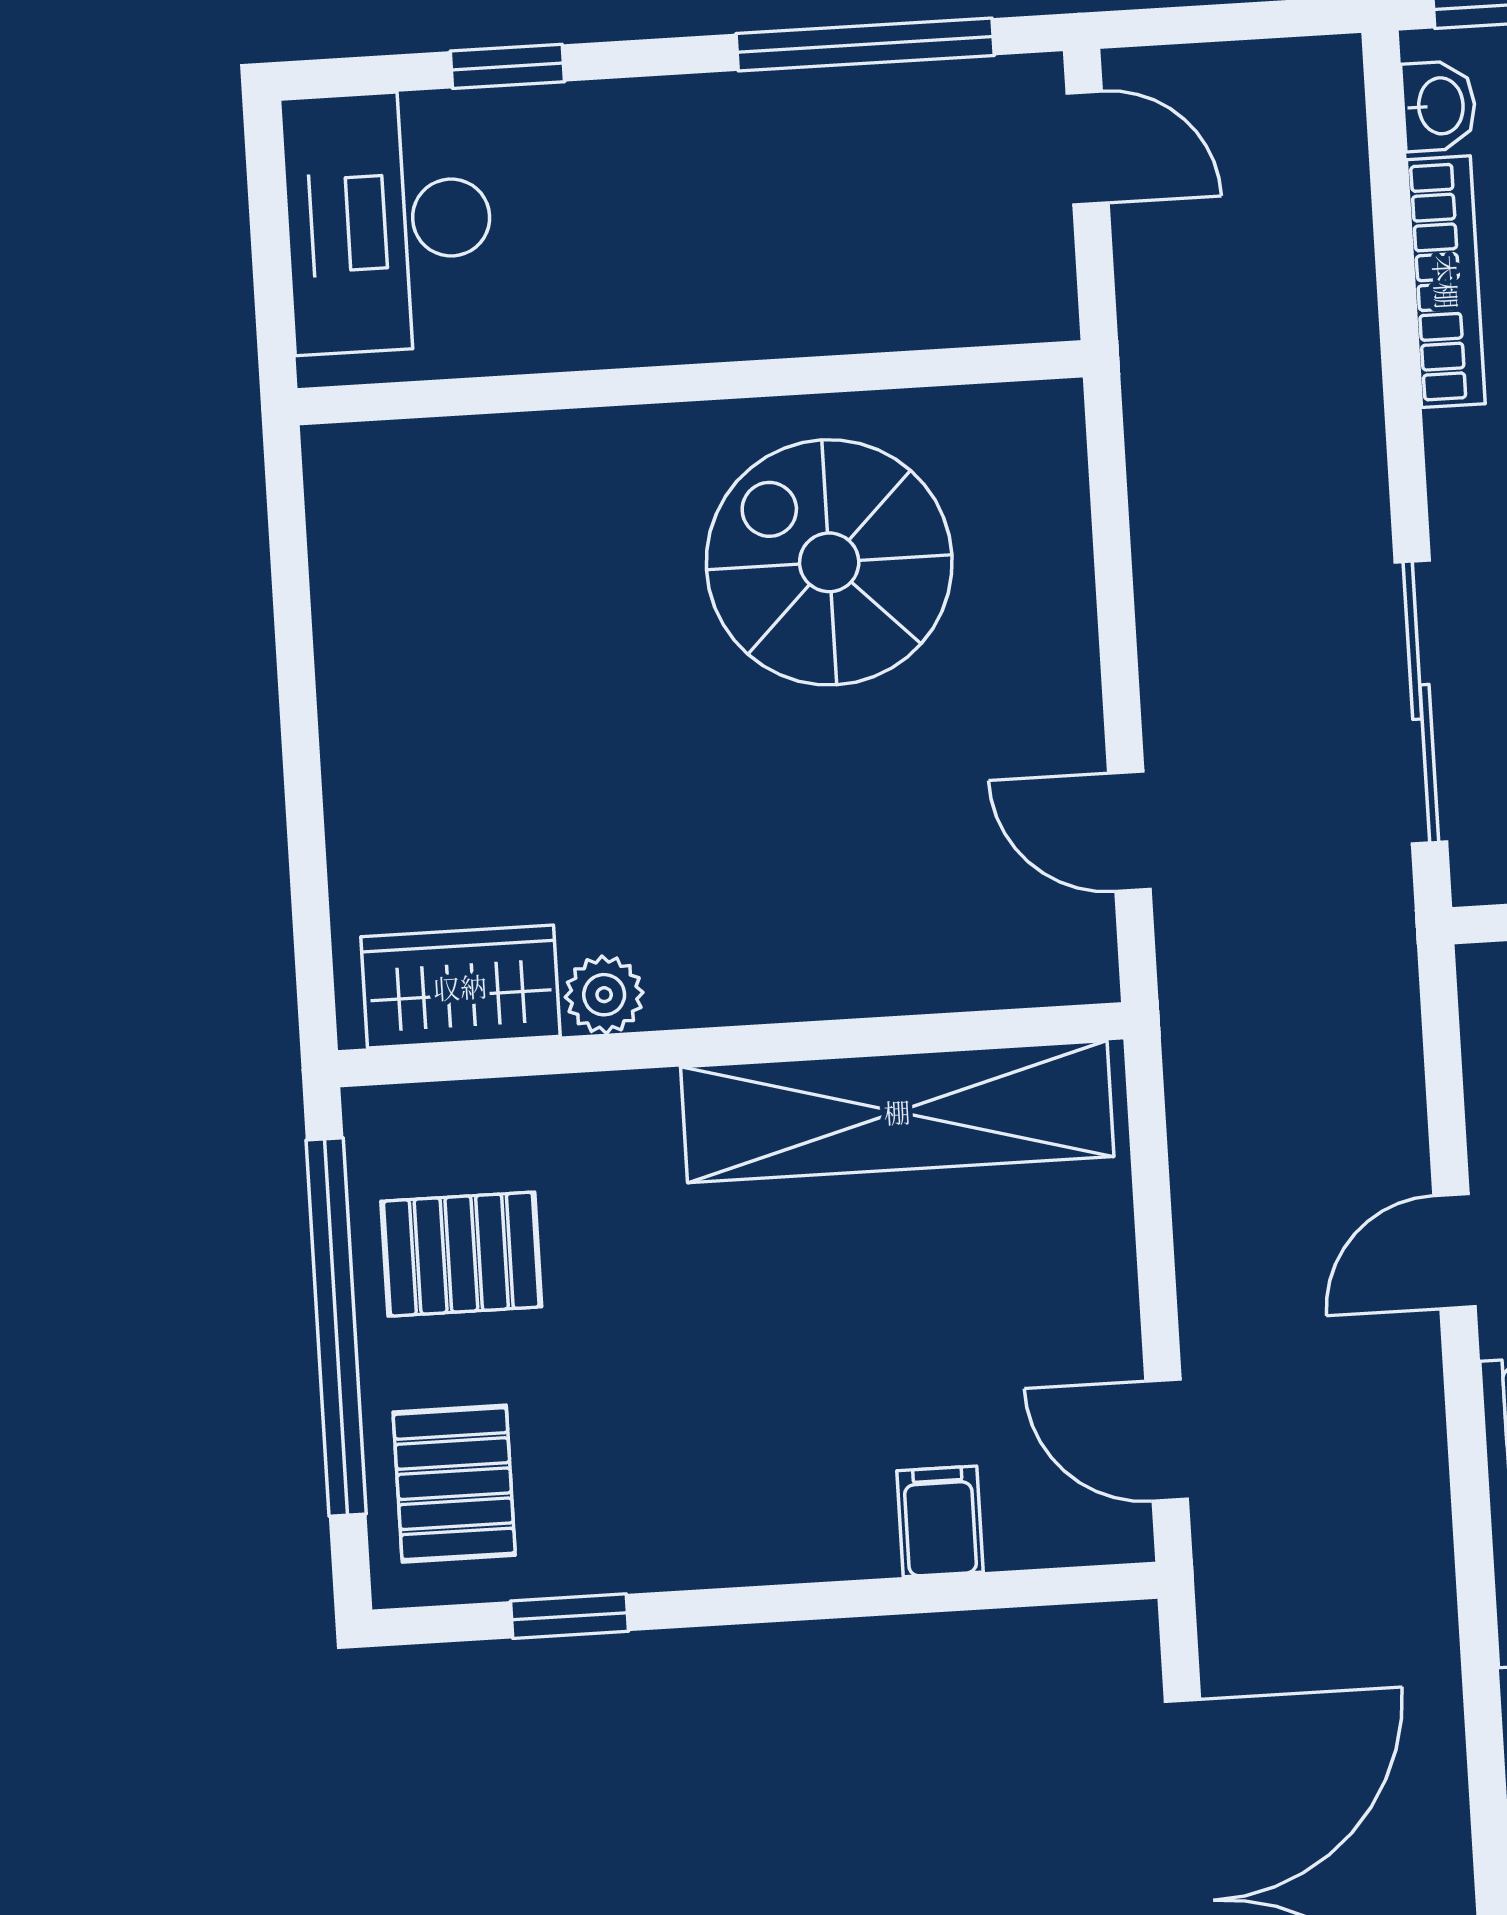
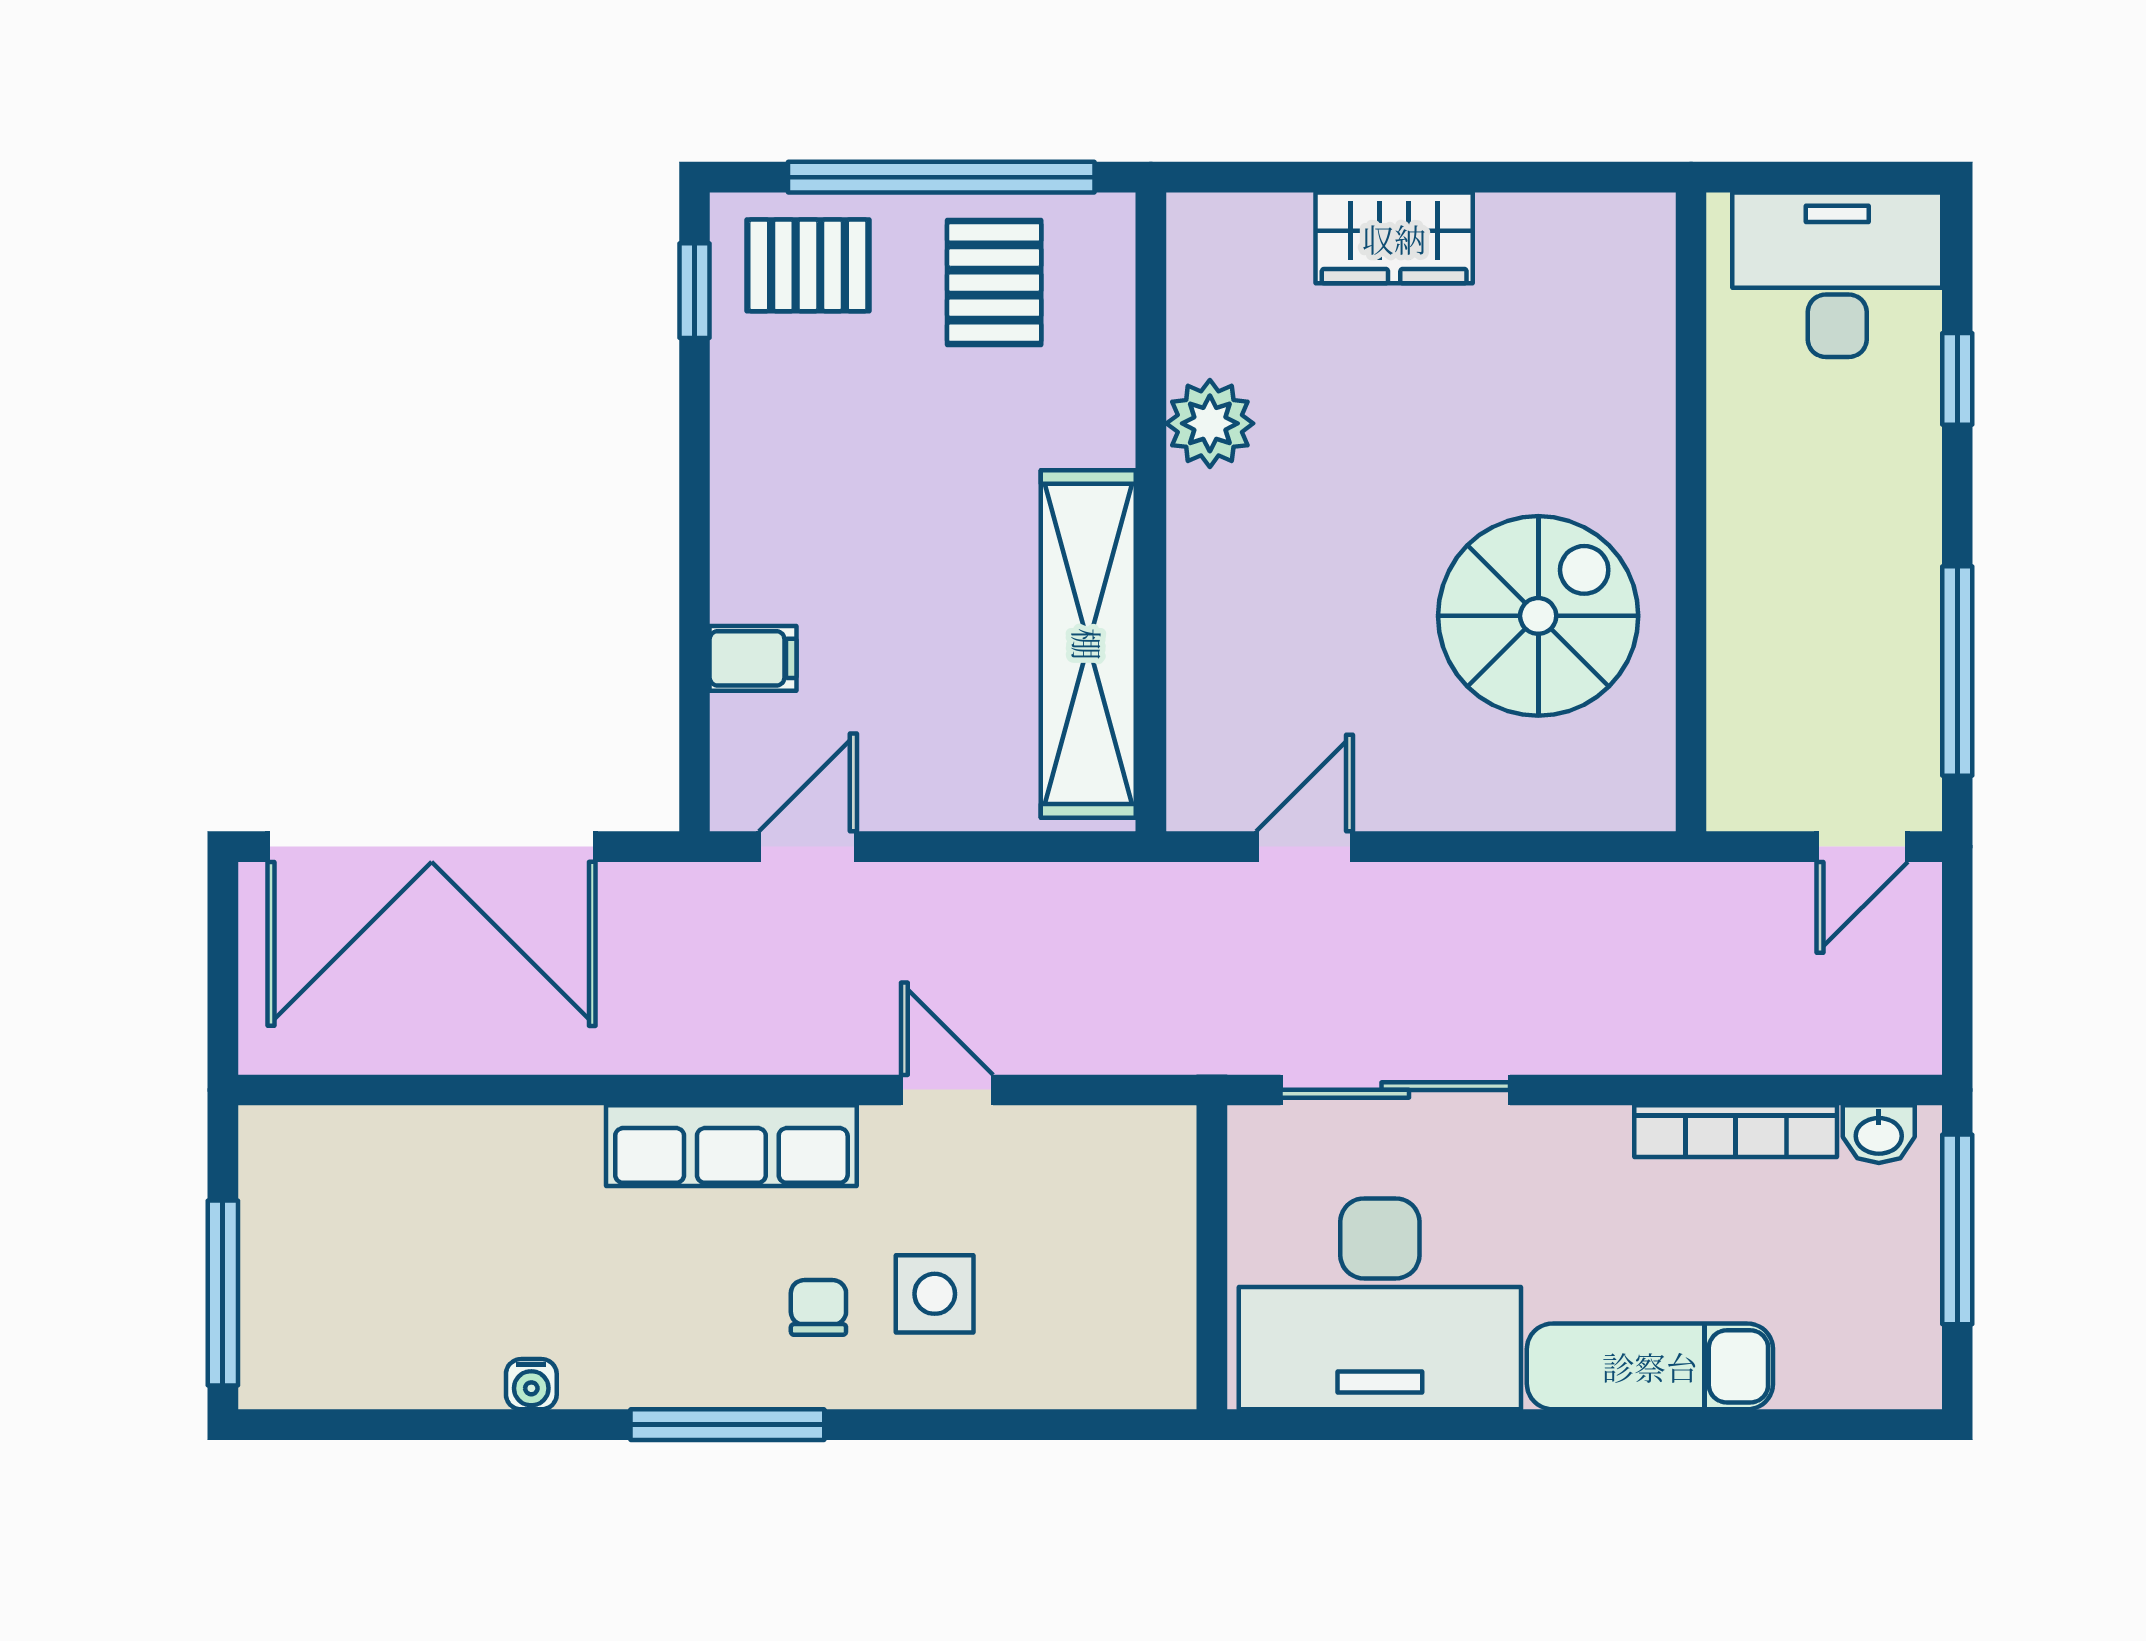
wardrobe: (460, 987) -> (1394, 238), moved, turned 90
plant: (604, 995) -> (1210, 423), width x1.38, depth x1.38
window: (570, 1616) -> (695, 291), moved

